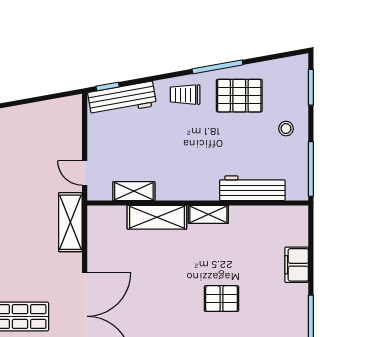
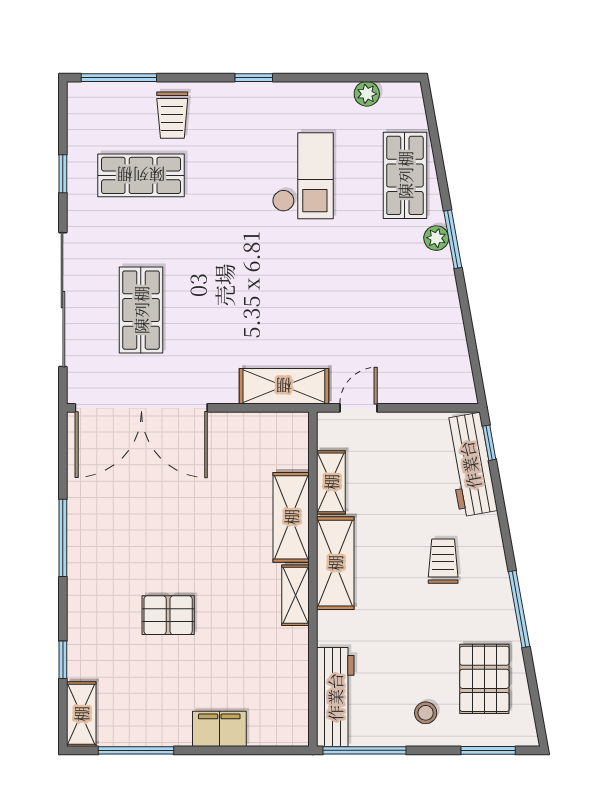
trolley: (185, 95) -> (443, 561), moved
pallet: (239, 96) -> (484, 679), moved
shelving: (187, 188) -> (335, 563), added
workbench: (252, 188) -> (335, 697), moved
pallet: (222, 299) -> (168, 615), turned 90

